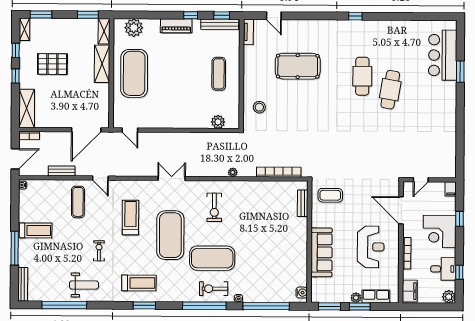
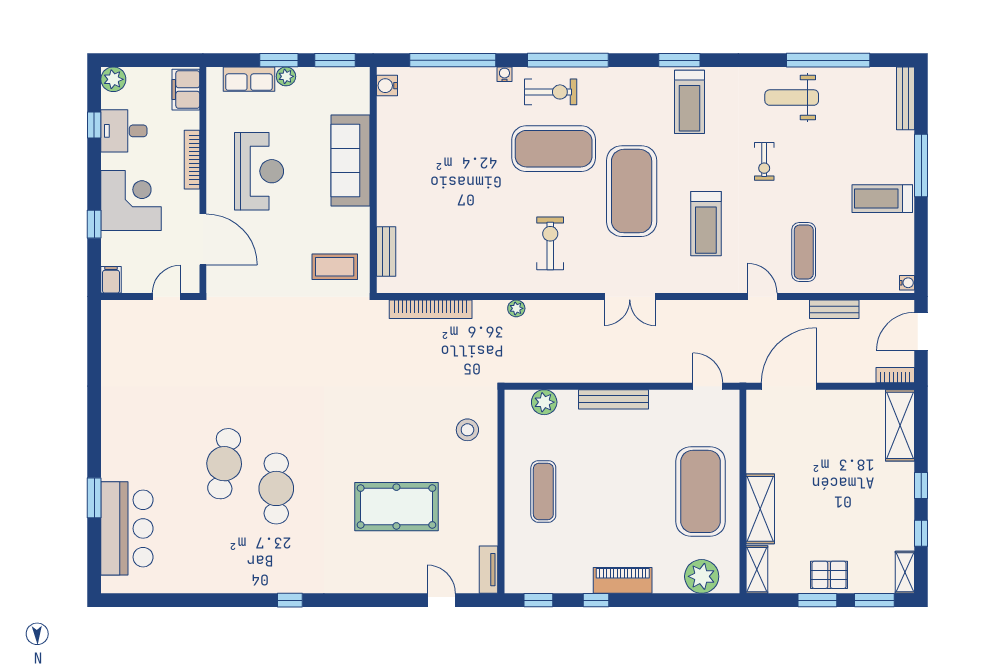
window: (88, 15) -> (817, 600), moved
bench: (220, 24) -> (614, 399), moved
pallet: (52, 64) -> (829, 575), moved, width x0.67, depth x0.71
reception desk: (371, 247) -> (259, 171), turned 180
treadmill: (139, 283) -> (690, 102), turned -90

